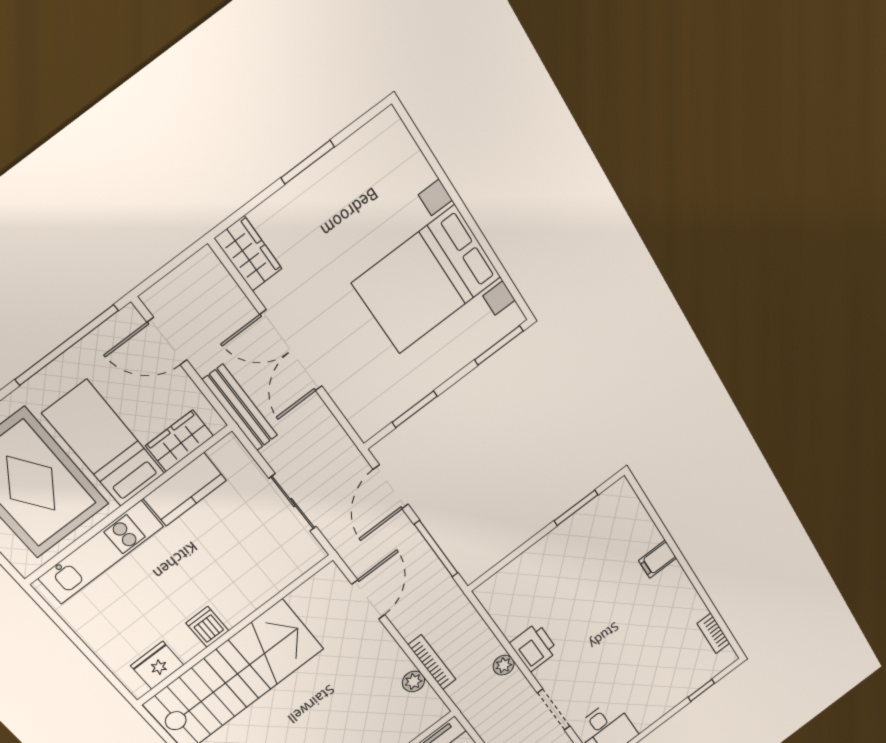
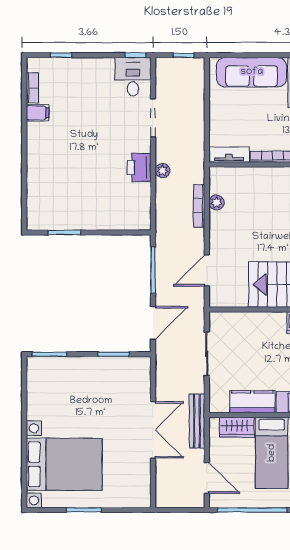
wardrobe: (248, 254) -> (140, 490), removed
bed with nightstands: (427, 280) -> (64, 464), moved
filing cabinet: (658, 559) -> (38, 113), moved

